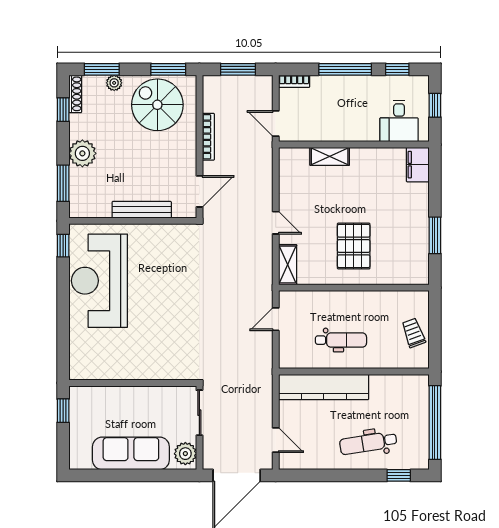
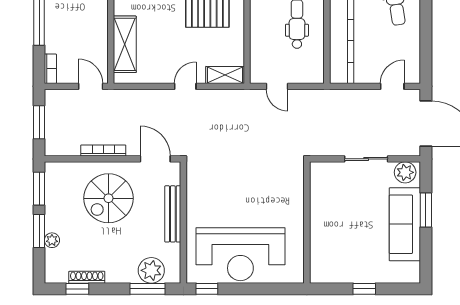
window: (102, 69) -> (39, 231), moved
shoe rack: (75, 94) -> (87, 277), moved
spiral stairs: (157, 105) -> (108, 198), moved
door: (276, 123) -> (91, 86), swing flipped
plant: (82, 153) -> (151, 270), moved
shelving: (330, 156) -> (125, 44), width x1.50, depth x1.33
wall: (133, 383) -> (307, 223), moved
window: (146, 475) -> (426, 210), added

